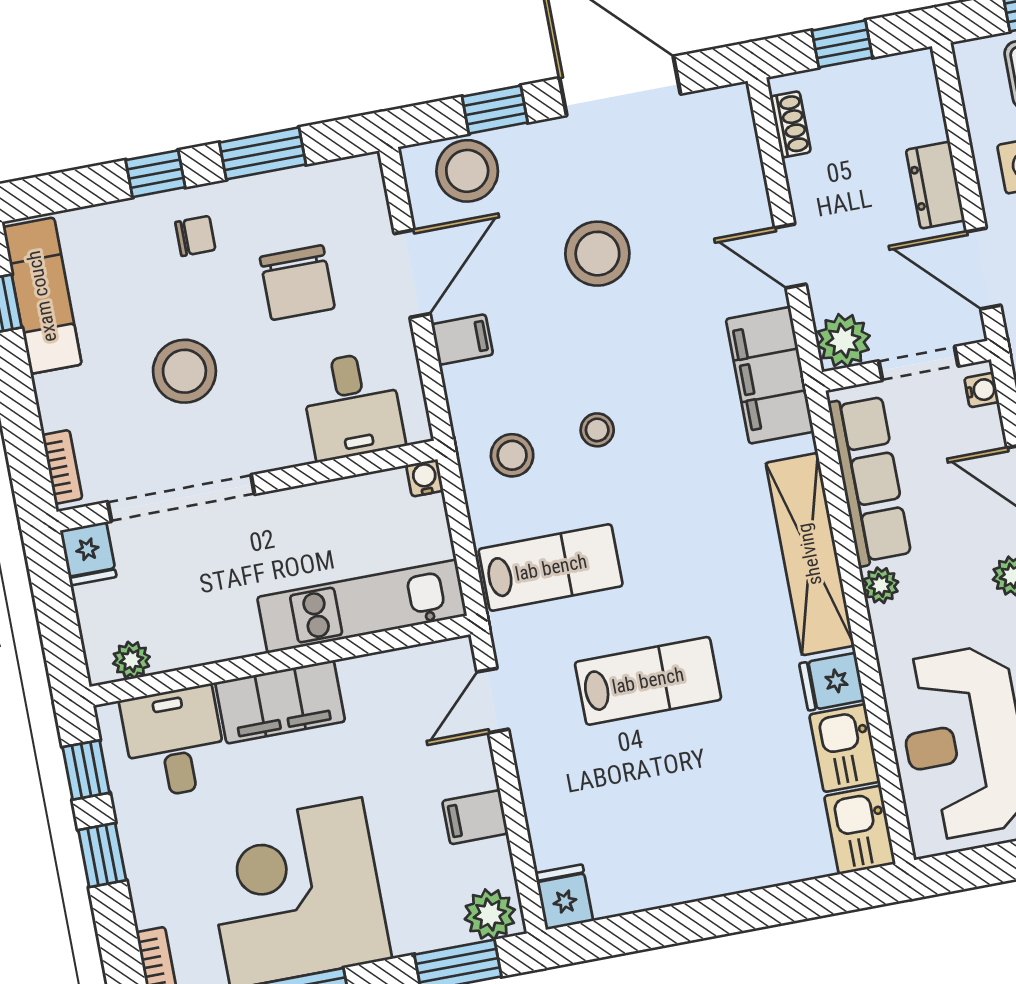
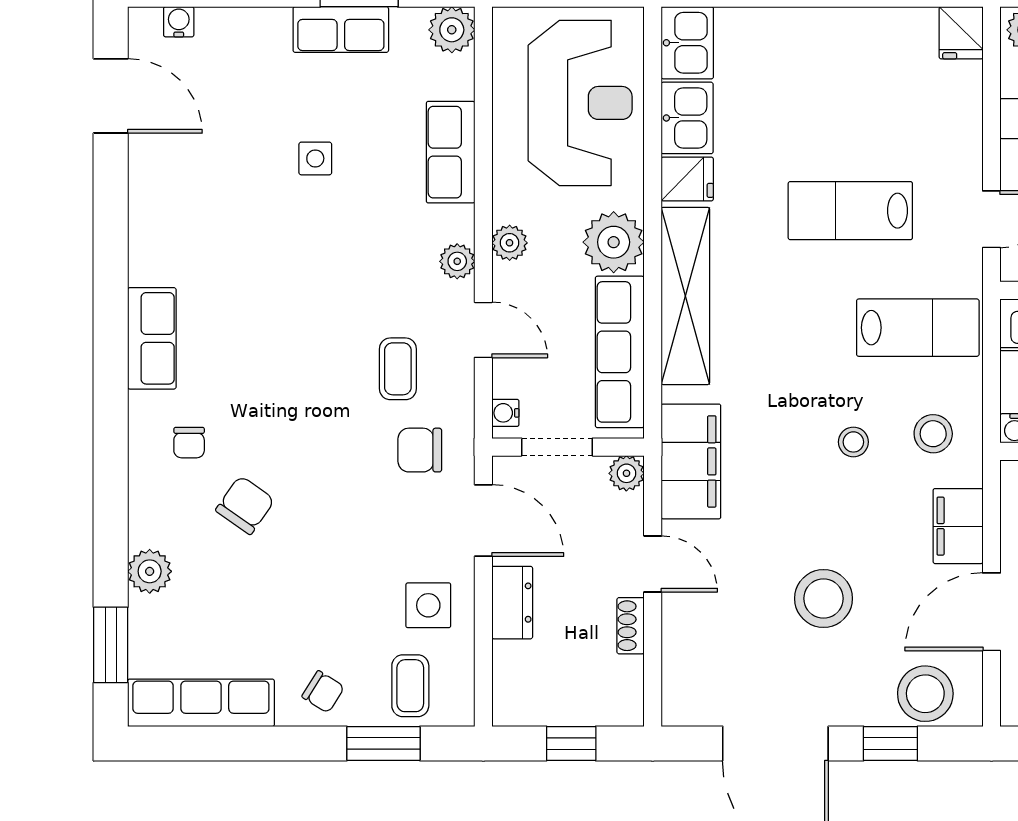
shoe rack: (790, 124) -> (631, 626), moved
filing cabinet: (462, 340) -> (958, 526), width x2.00
plant: (843, 341) -> (626, 473), width x0.73, depth x0.73
lab bench: (551, 568) -> (918, 328), turned 180
plant: (881, 585) -> (614, 242), width x1.88, depth x1.88

